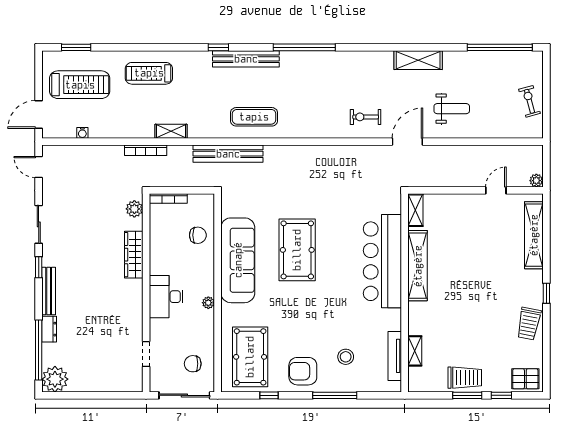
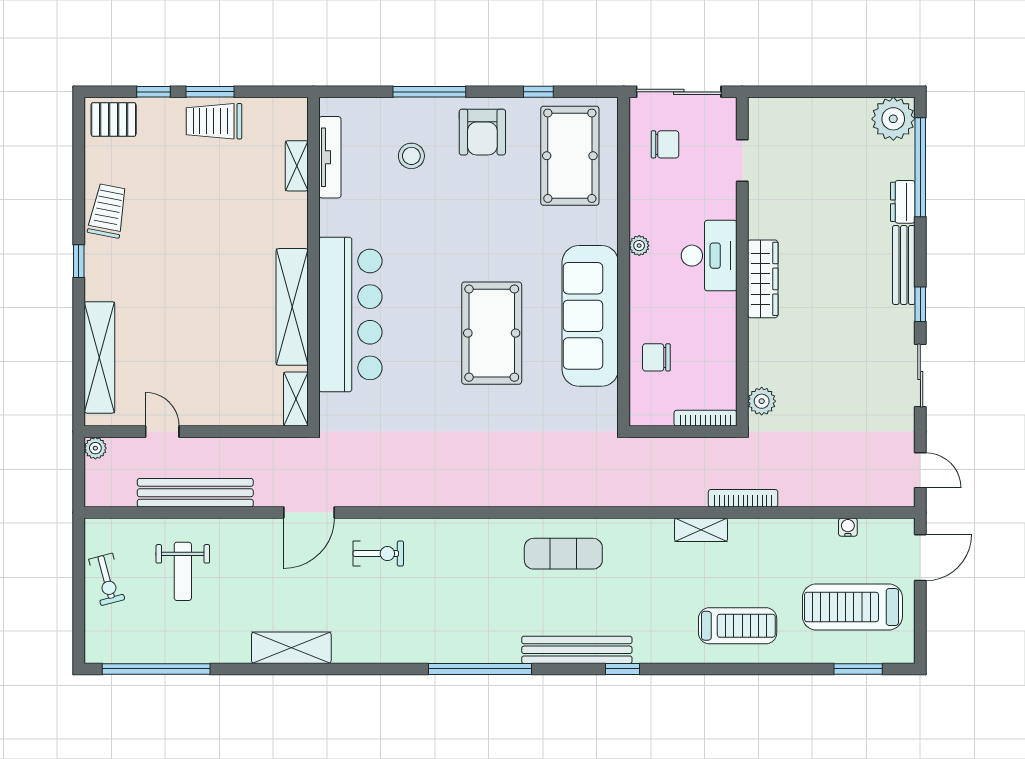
weight bench: (452, 109) -> (183, 571), moved, turned -90
bench: (228, 154) -> (195, 493), moved
door: (496, 190) -> (162, 432), swing flipped
wardrobe: (134, 255) -> (763, 279), moved
armchair: (303, 371) -> (482, 132), turned 90

